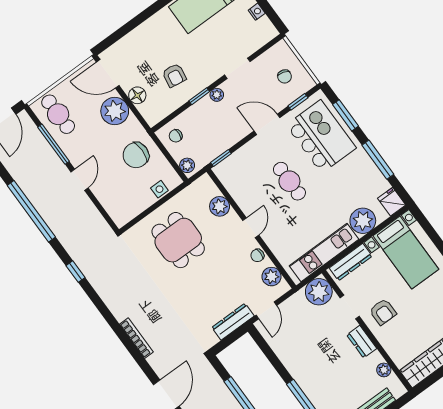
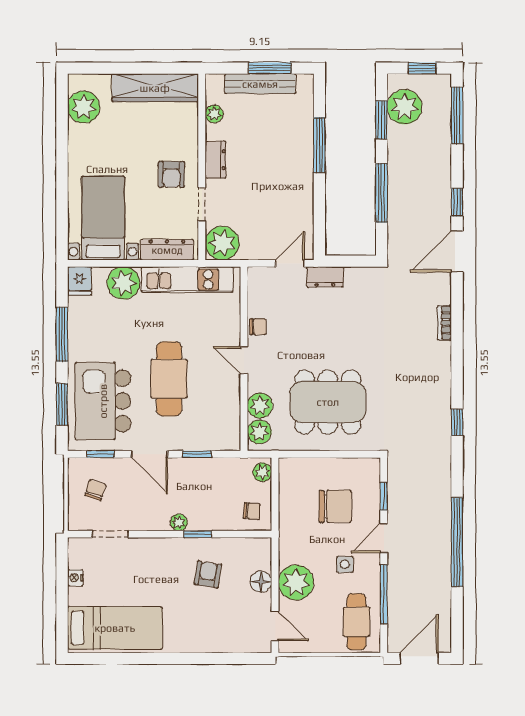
doorway: (237, 68) -> (110, 534), moved
door: (108, 74) -> (275, 626), width x0.73
chair: (136, 155) -> (335, 506), moved
window: (221, 158) -> (197, 454), moved
cafe table: (289, 181) -> (169, 379), width x1.37, depth x1.35
side table: (159, 189) -> (345, 564), moved
window: (99, 206) -> (384, 496), added
door: (251, 228) -> (244, 360), hinge flipped
dining table: (178, 240) -> (328, 402), width x1.38
window: (75, 272) -> (457, 422), moved
plant: (272, 277) -> (259, 432), moved
armchair: (383, 312) -> (171, 174), turned 180
dresser: (233, 322) -> (325, 277), width x0.70
bookcase: (136, 338) -> (444, 323), width x0.64

